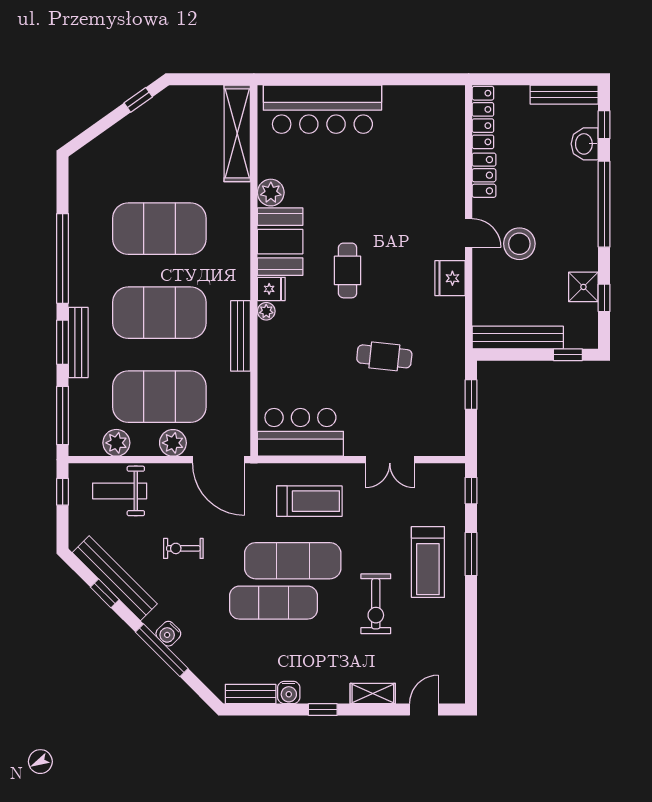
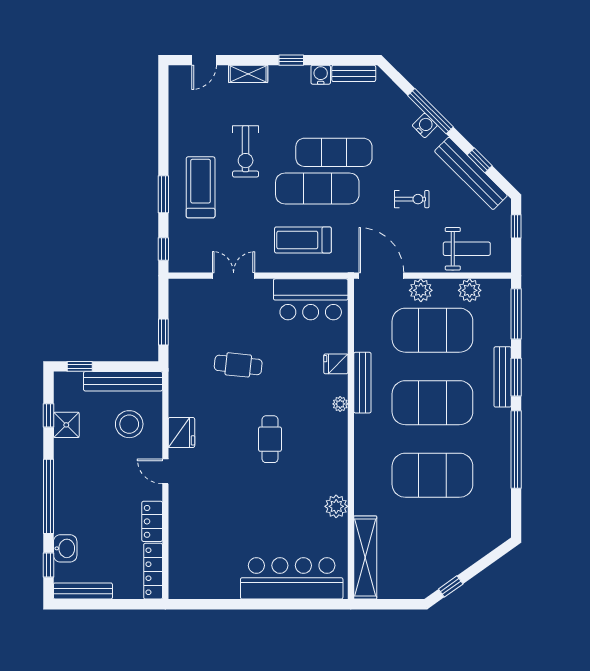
booth: (280, 242) -> (328, 464), removed
stool: (519, 244) -> (129, 424), moved
fridge: (271, 289) -> (336, 364), moved
window: (63, 492) -> (516, 226), moved
exercise bike: (376, 604) -> (246, 151), turned 180

